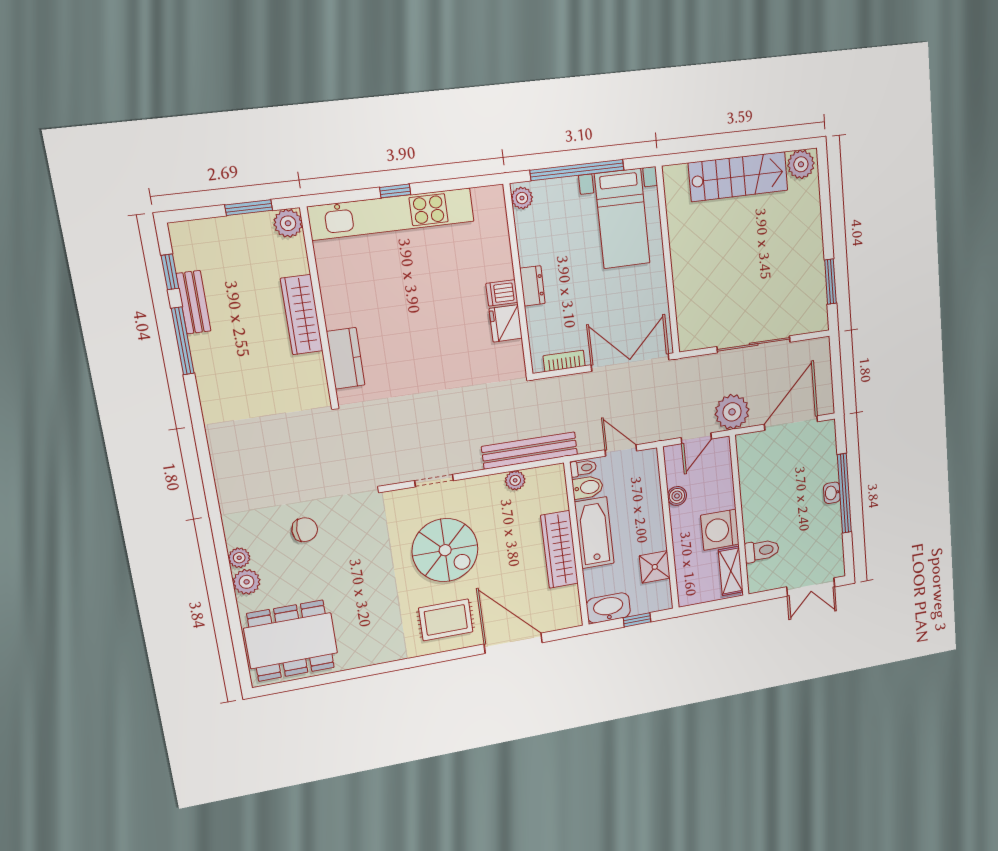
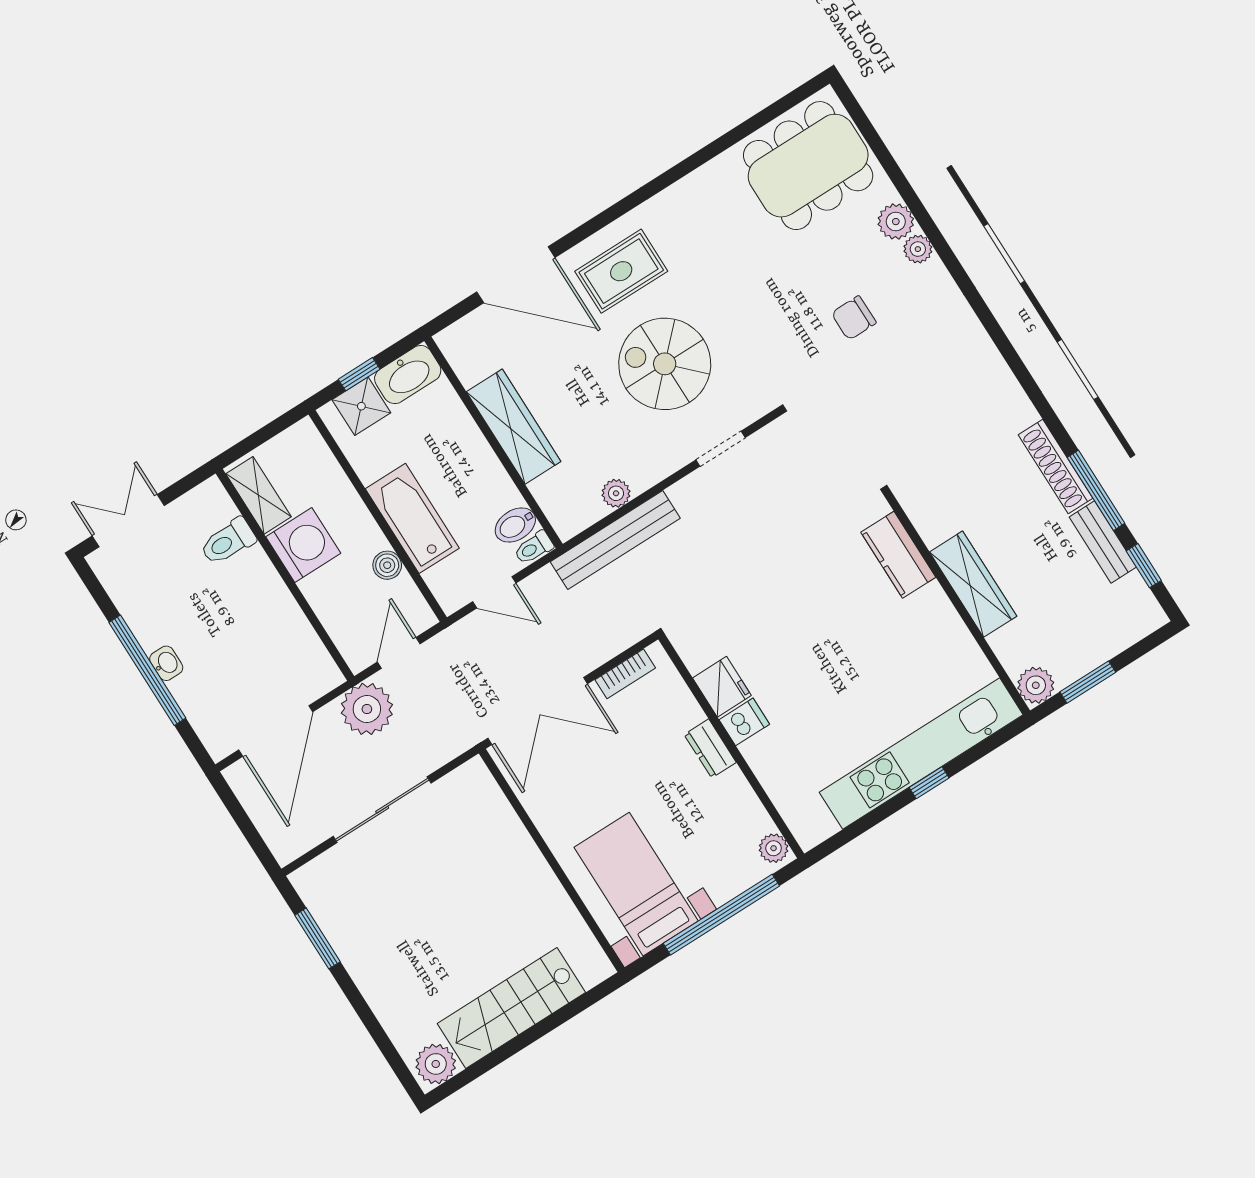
shoe rack: (205, 370) -> (1056, 467), added
bathtub: (594, 533) -> (412, 518), moved, turned 180
shower: (655, 567) -> (361, 406), moved

